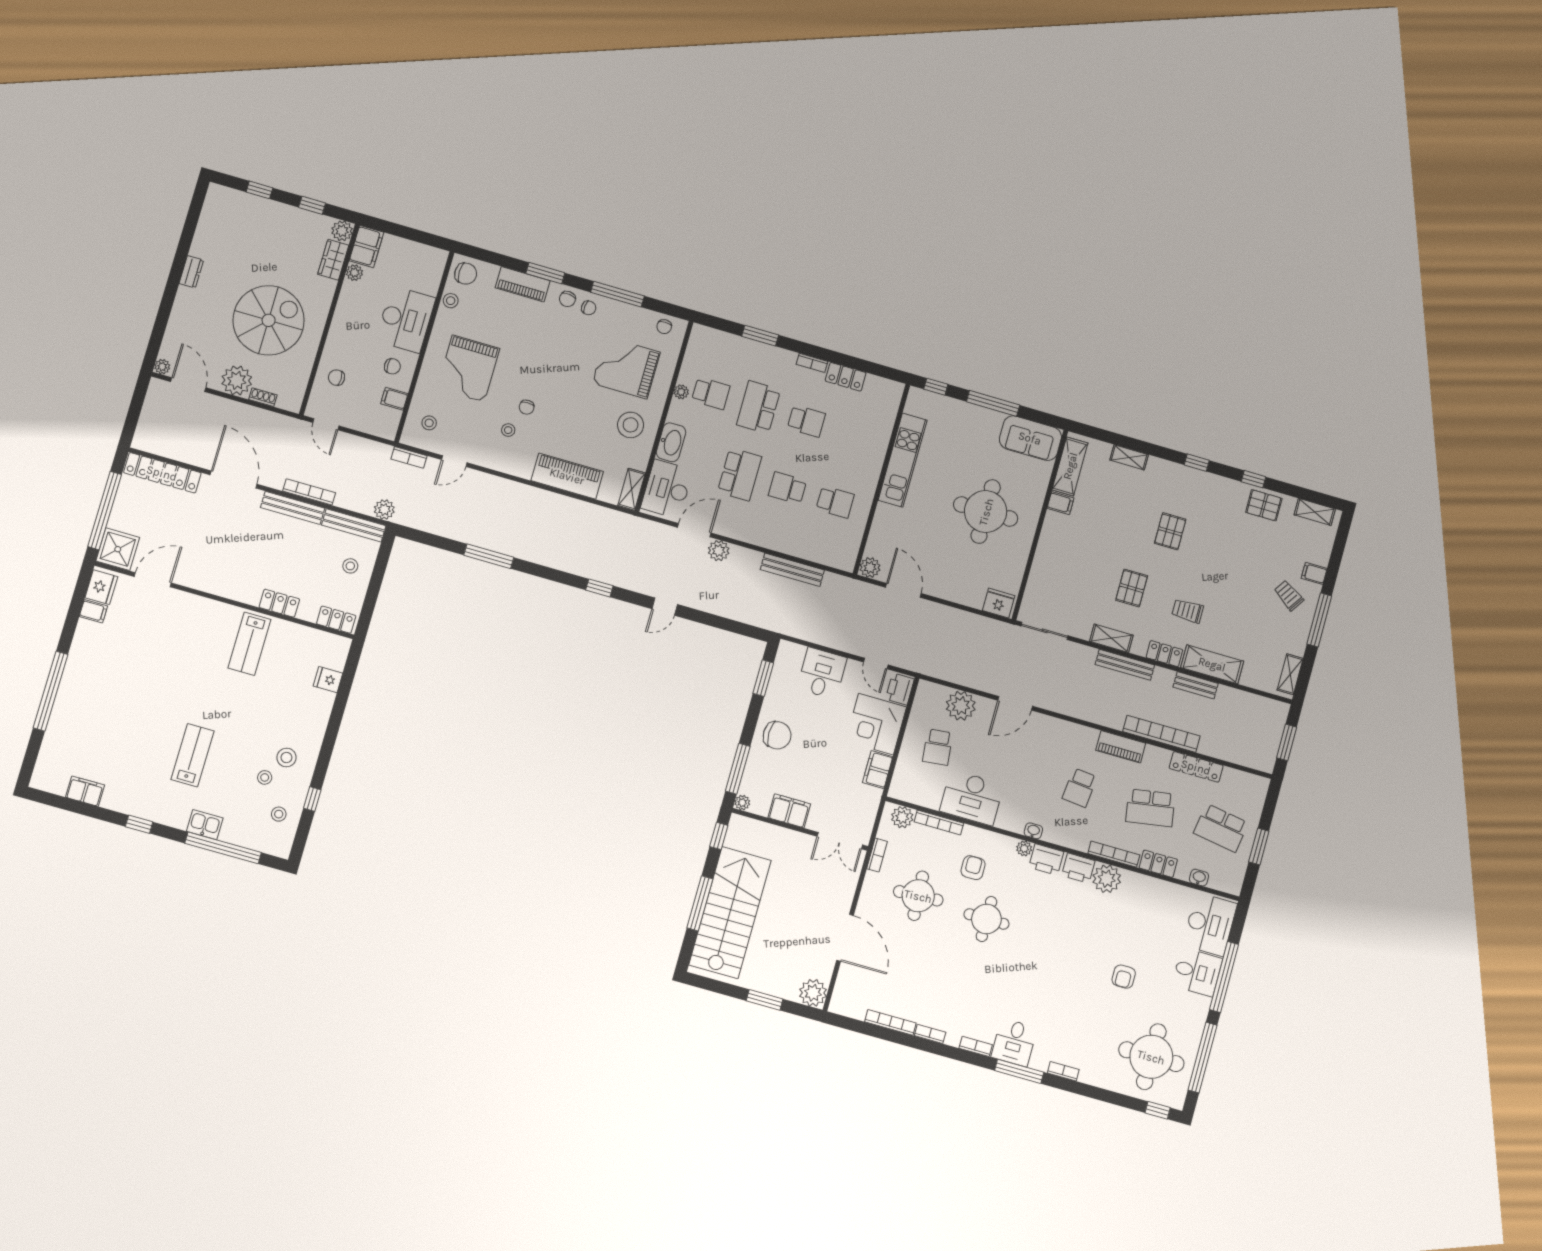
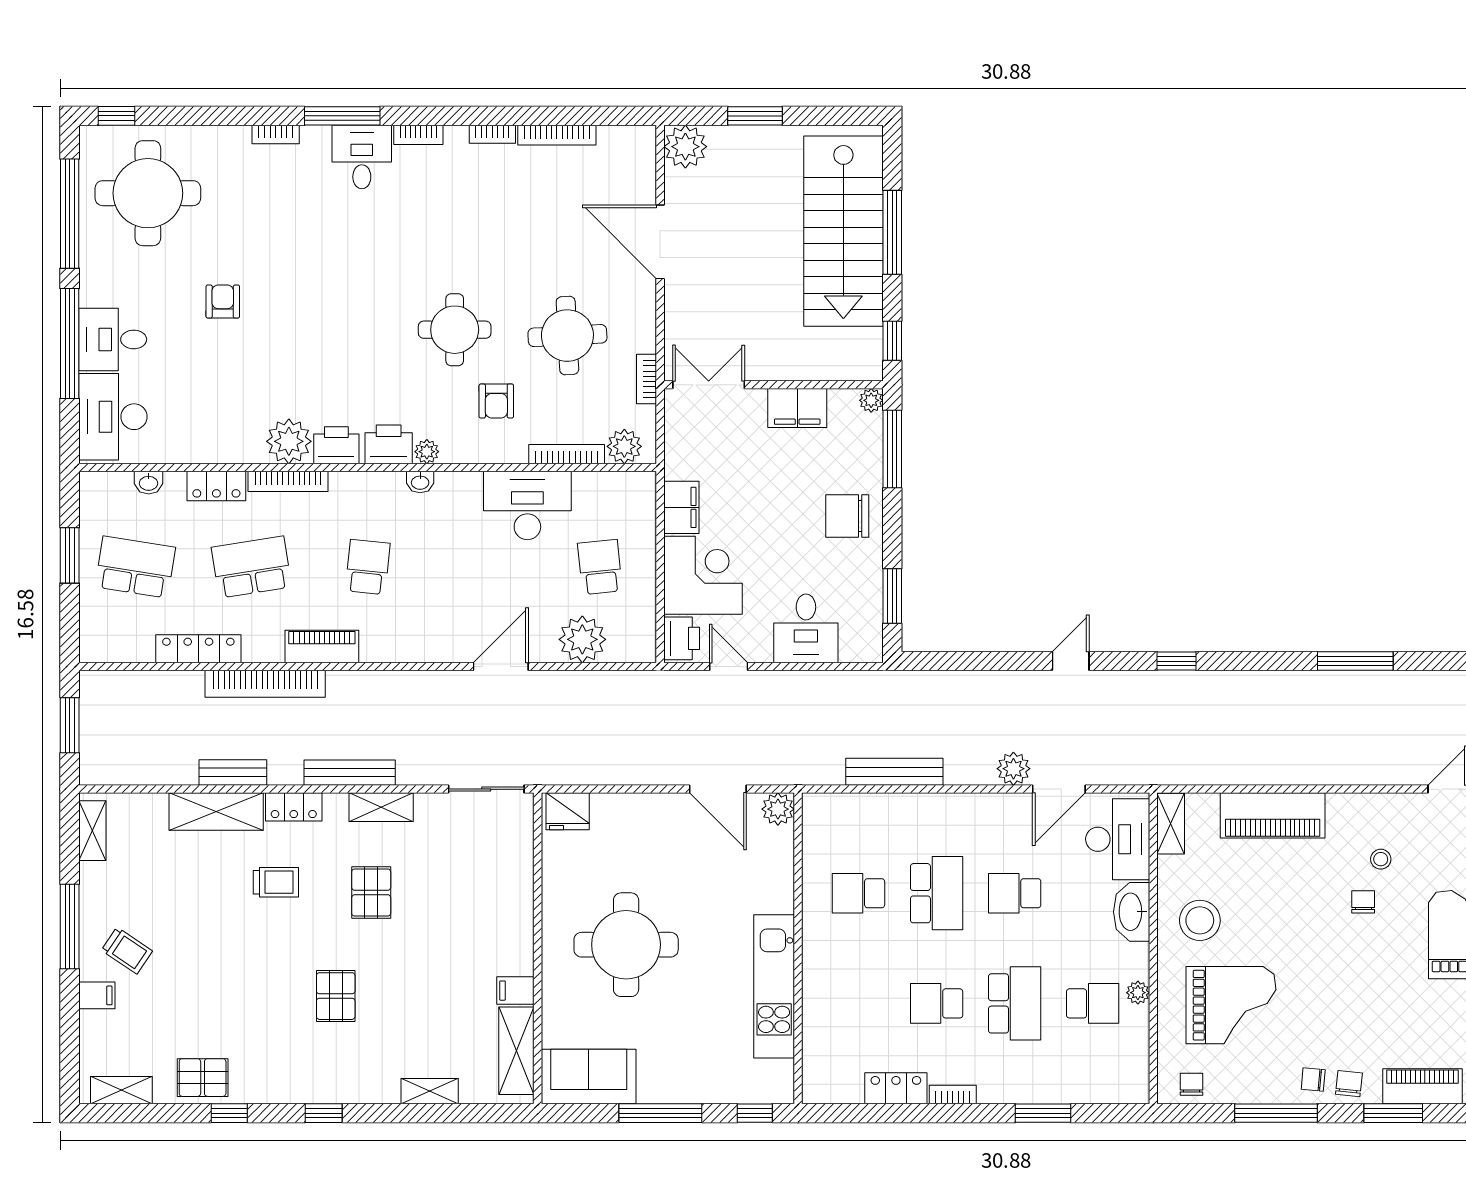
school desk: (711, 393) -> (1093, 1003), turned 180
school desk: (740, 474) -> (1015, 893), width x0.54
school desk: (787, 488) -> (937, 893), width x1.85

